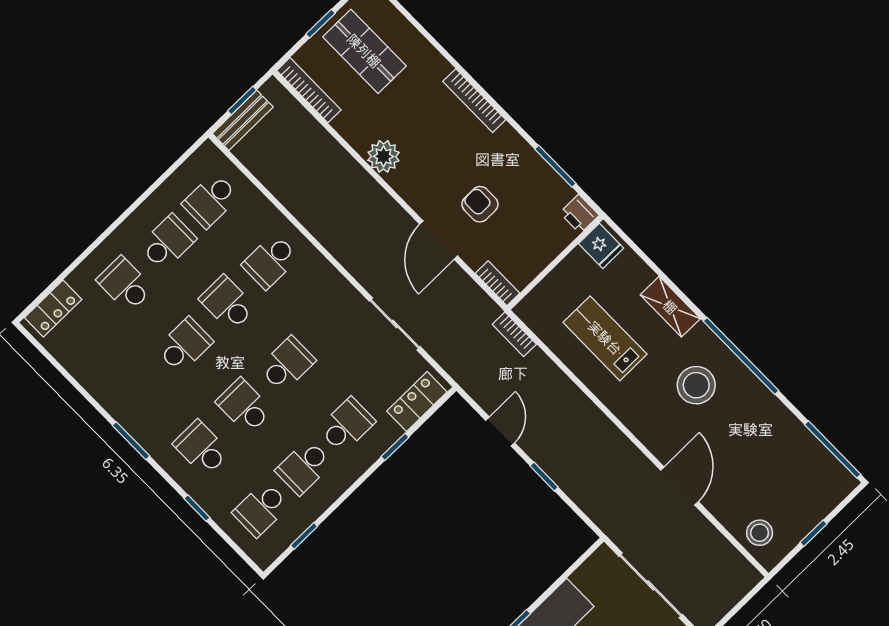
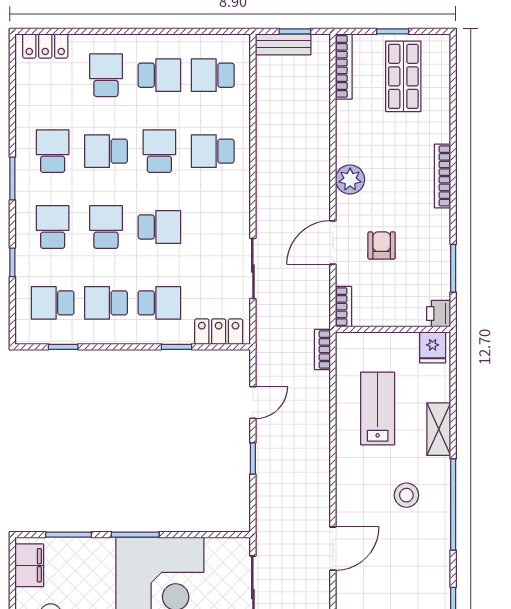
plant: (383, 156) -> (350, 179), moved
school desk: (185, 345) -> (106, 151), turned 180
stool: (696, 385) -> (406, 495), width x0.73, depth x0.73
school desk: (142, 387) -> (53, 151), added

